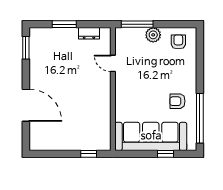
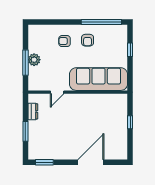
window: (137, 24) -> (25, 63), moved
armchair: (178, 42) -> (65, 41), moved
sofa: (151, 136) -> (99, 79), moved, turned 90
window: (89, 154) -> (130, 122), moved

